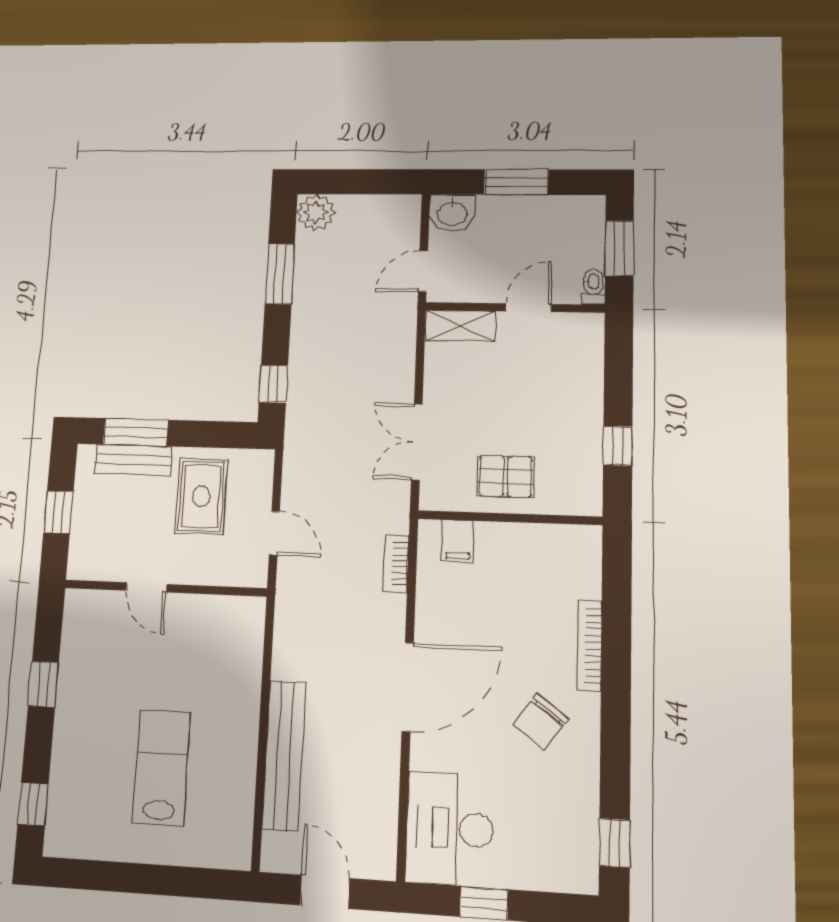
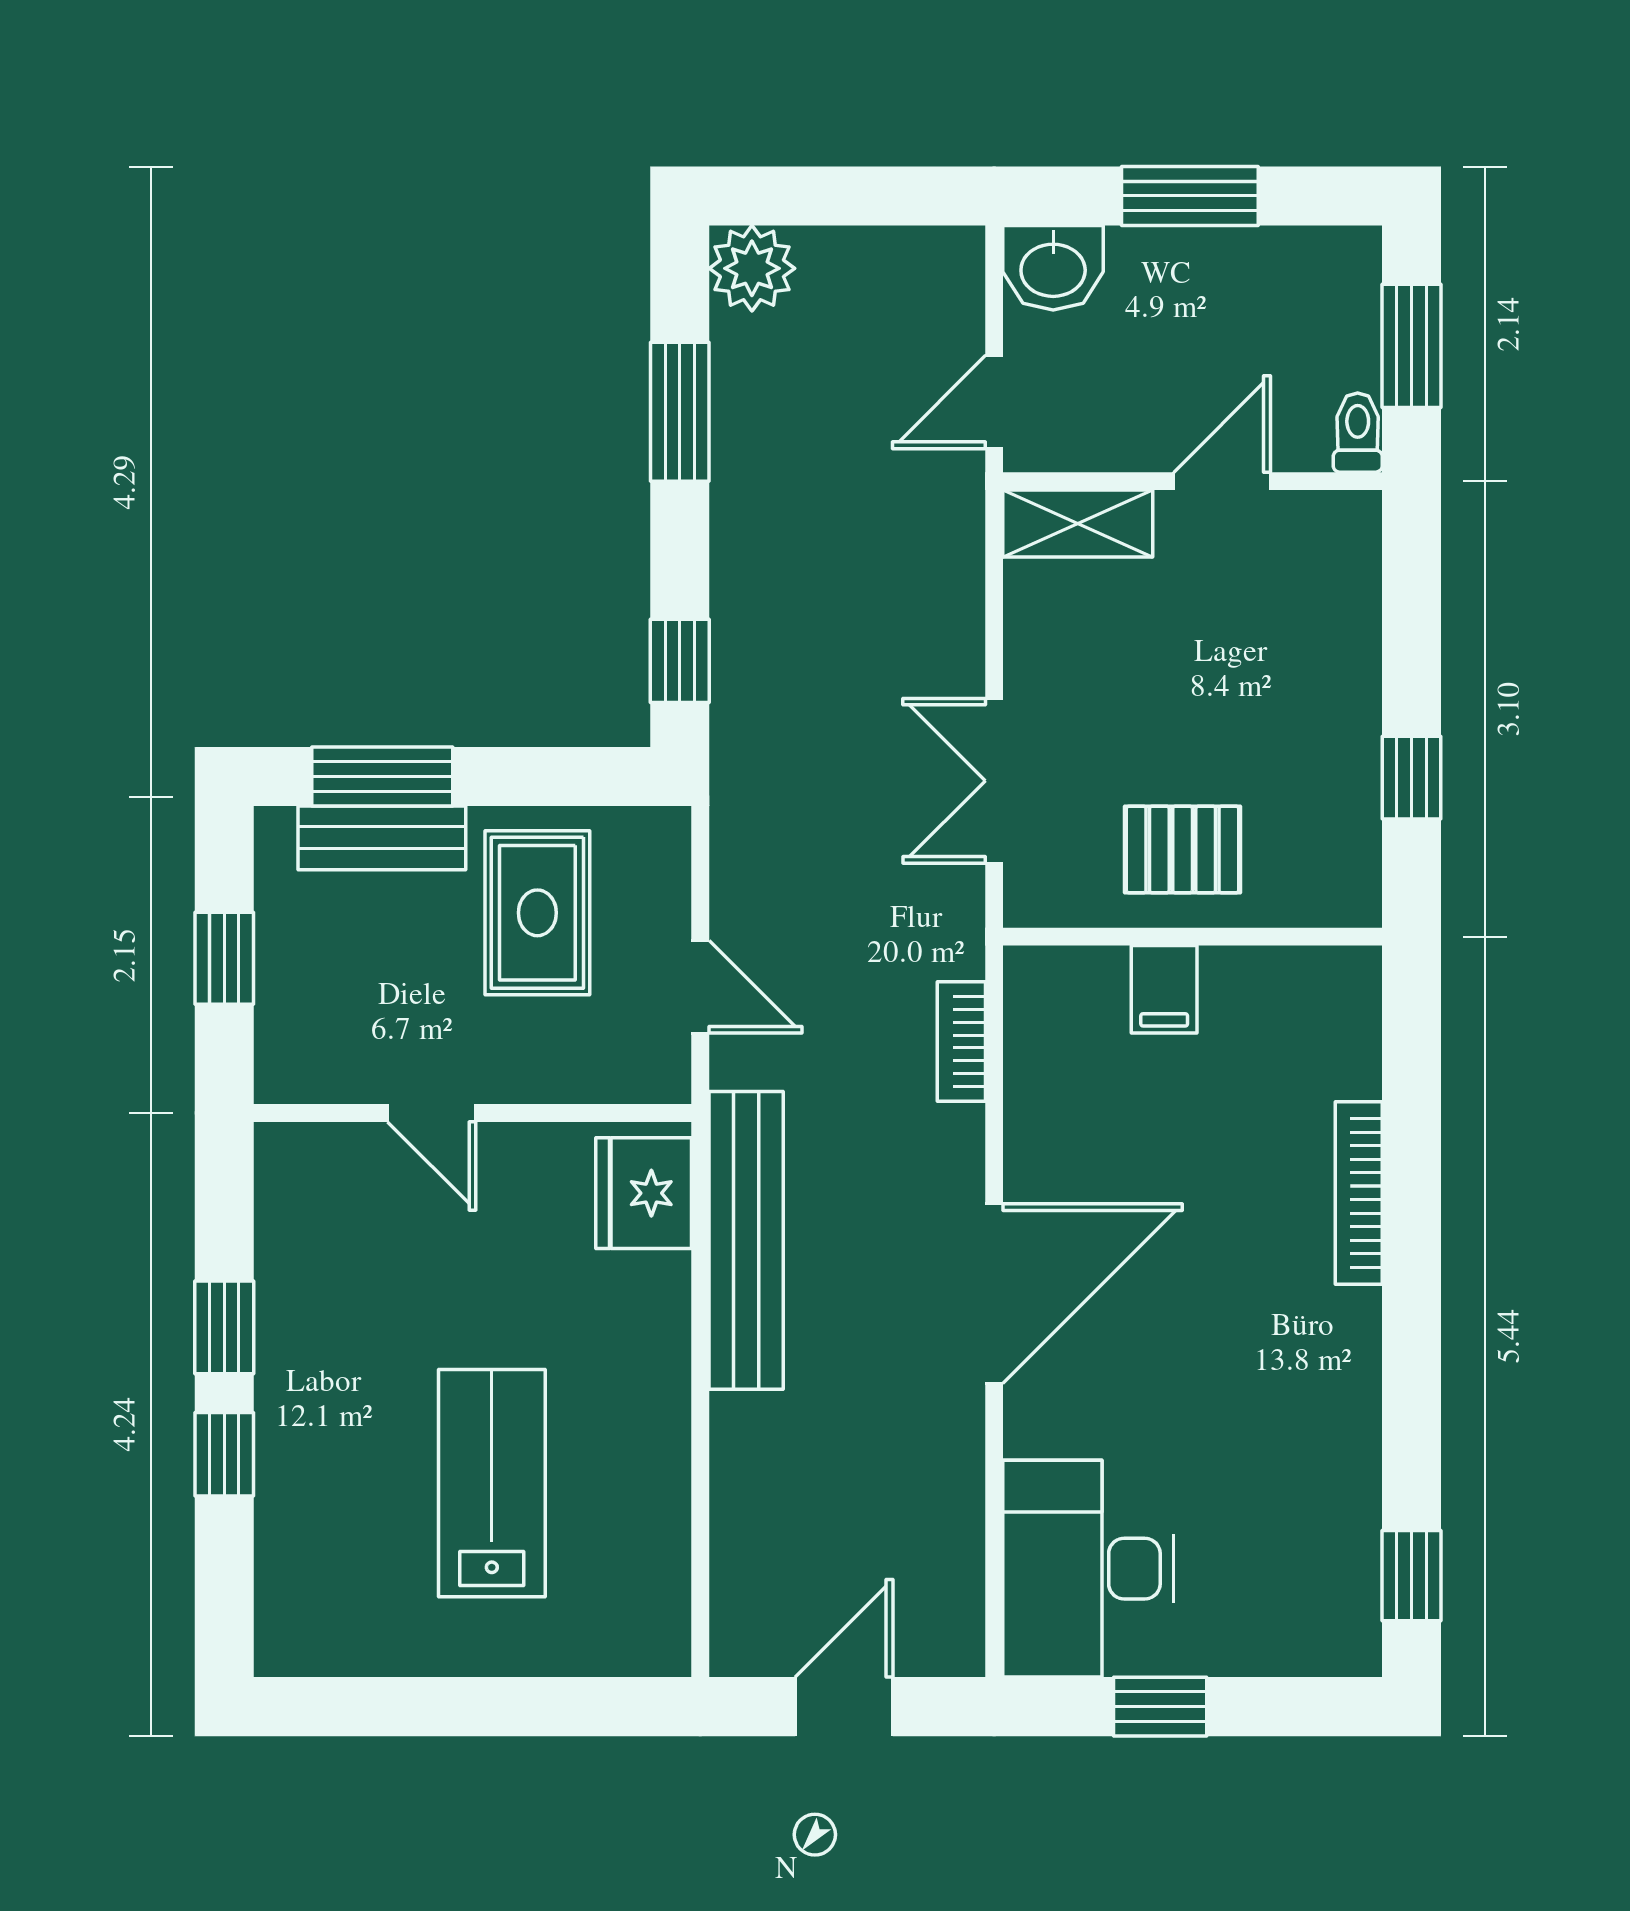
filing cabinet: (458, 541) -> (1164, 989), moved
fridge: (242, 630) -> (644, 1193), added
chair: (541, 722) -> (1264, 1349), removed
bench: (284, 755) -> (746, 1240), moved
window: (33, 804) -> (224, 1454), moved
door: (325, 892) -> (844, 1707), hinge flipped

